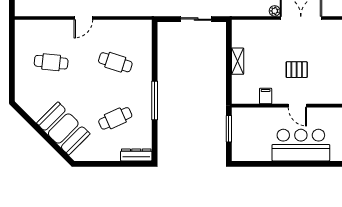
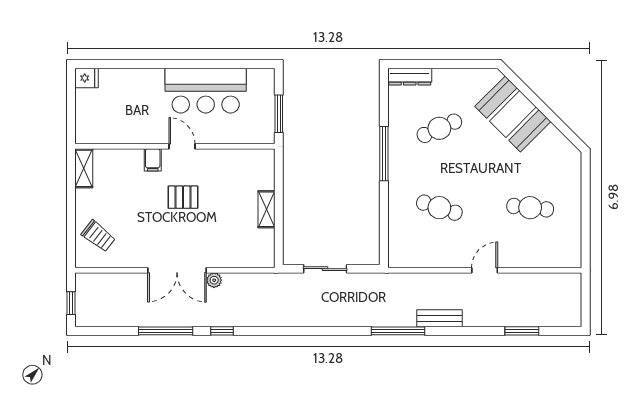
filing cabinet: (266, 96) -> (153, 160), moved
bar counter: (301, 145) -> (206, 91), moved

